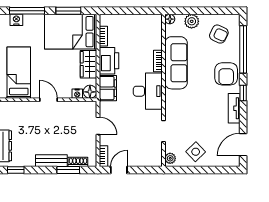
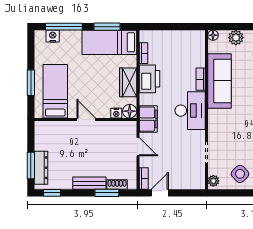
bed: (71, 32) -> (109, 42), width x0.67
filing cabinet: (108, 88) -> (148, 119), moved

